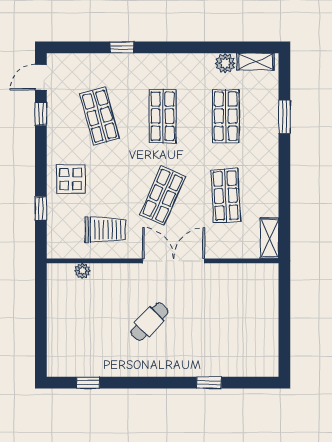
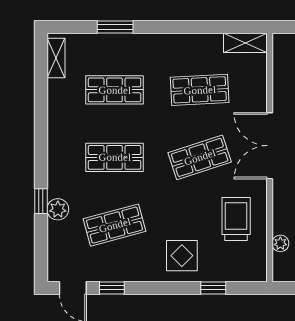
plant: (225, 63) -> (58, 209), moved
shop shelf: (163, 196) -> (200, 157), turned -42

